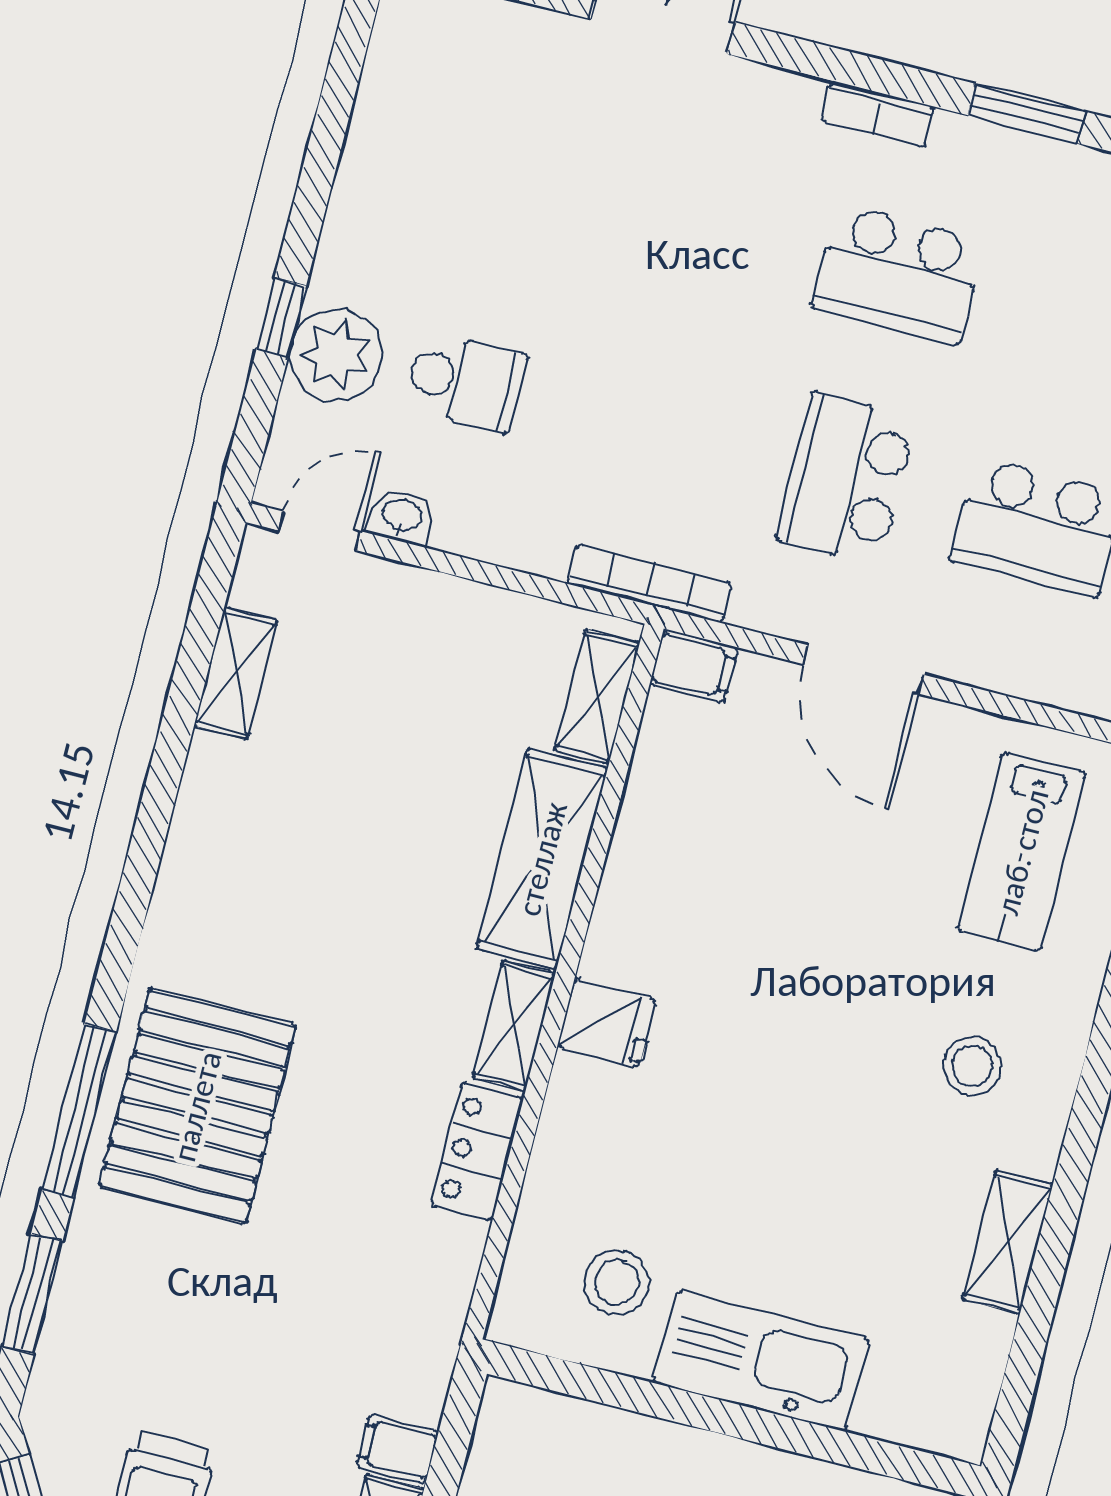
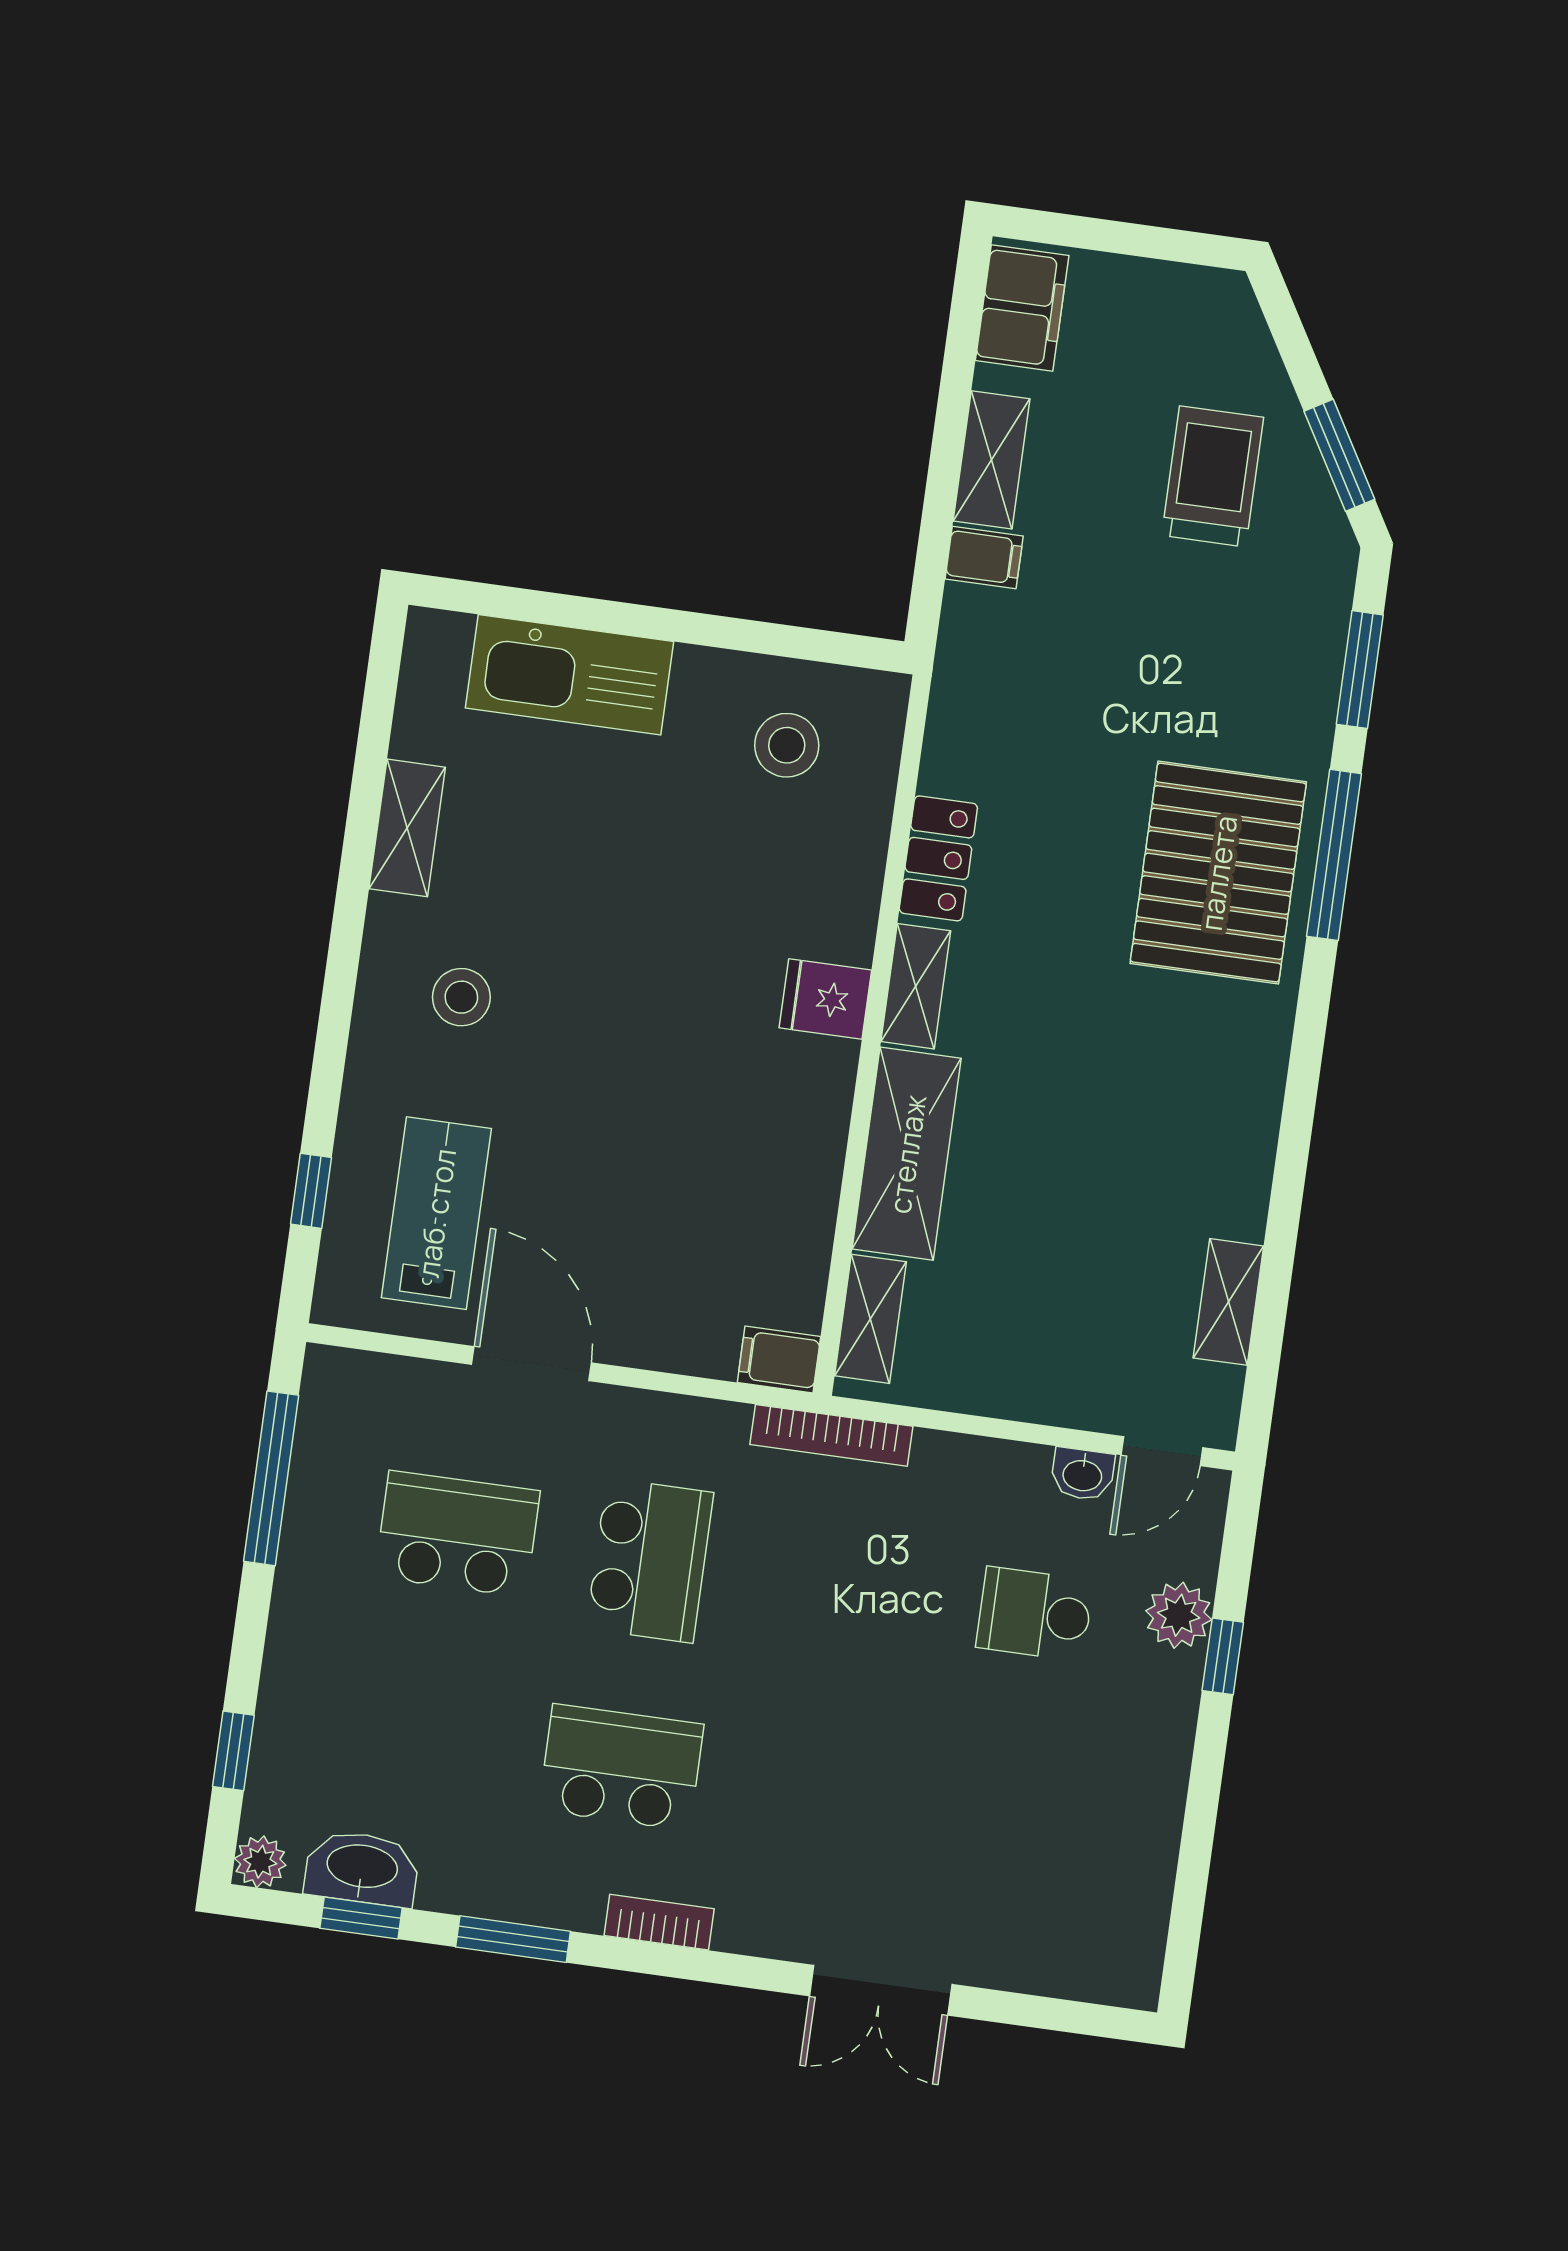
plant: (336, 355) -> (1179, 1615), width x0.73, depth x0.73
door: (863, 669) -> (532, 1364), moved
kitchen sink: (761, 1361) -> (570, 675), moved

